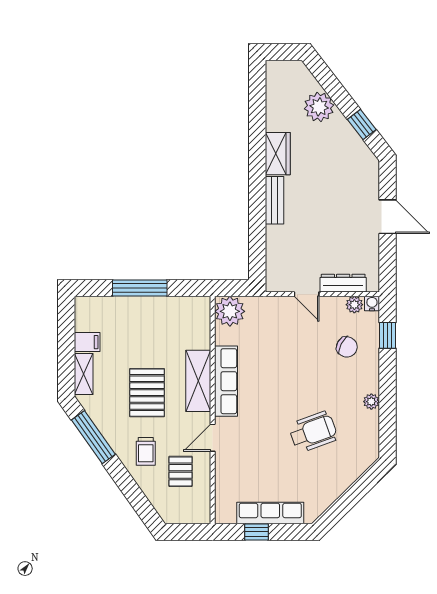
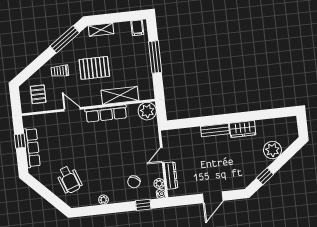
filing cabinet: (87, 342) -> (137, 28), moved
shelving: (198, 381) -> (120, 95), moved
wheelchair: (313, 432) -> (69, 180), moved
pallet: (181, 471) -> (38, 94), moved, turned 90

